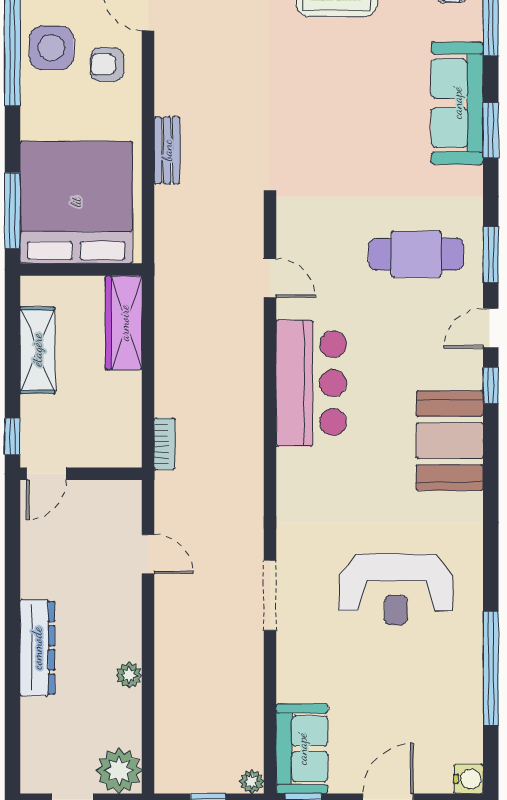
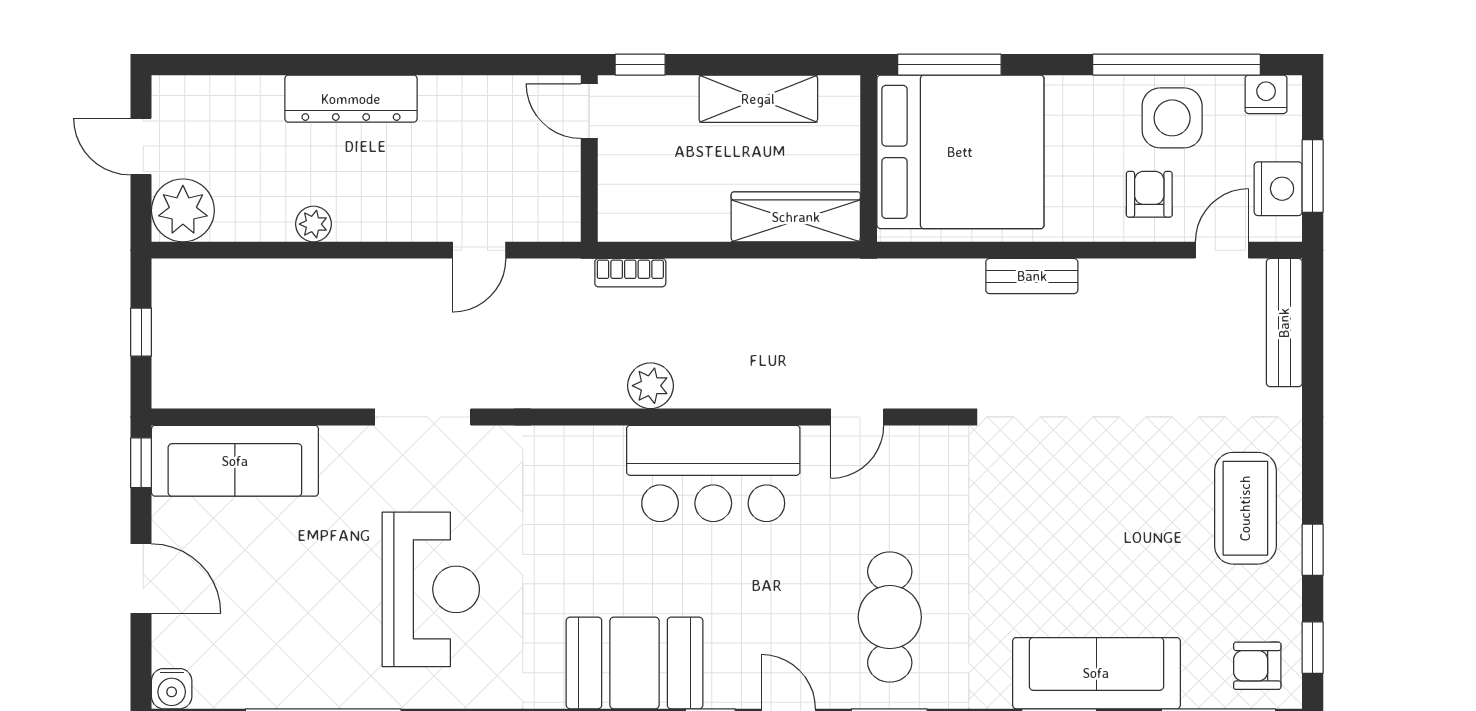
reception desk: (396, 589) -> (431, 589), turned 180
sofa: (302, 749) -> (235, 461), width x1.36
plant: (252, 781) -> (650, 386), moved, width x1.38, depth x1.38

